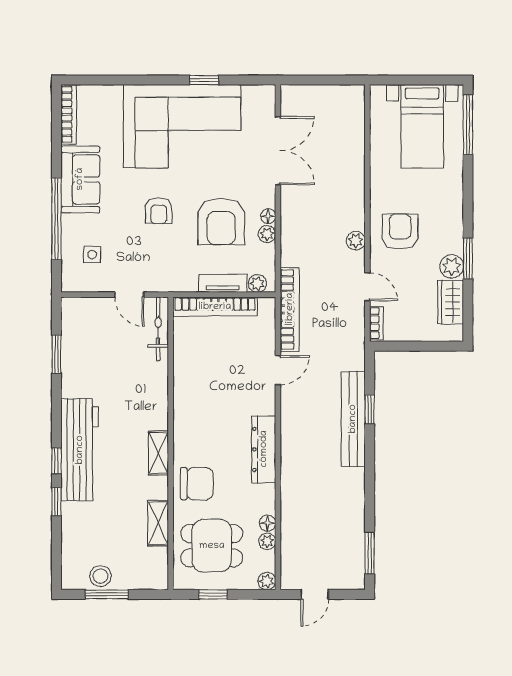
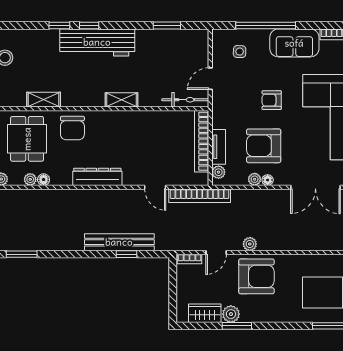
armchair: (400, 232) -> (256, 276), width x1.36, depth x1.36
shelving: (158, 453) -> (121, 100), moved

